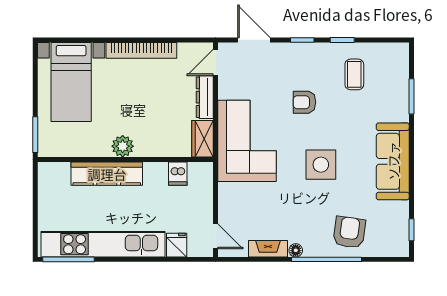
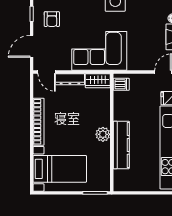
armchair: (304, 102) -> (52, 19), moved
dishwasher: (178, 174) -> (121, 84), moved

